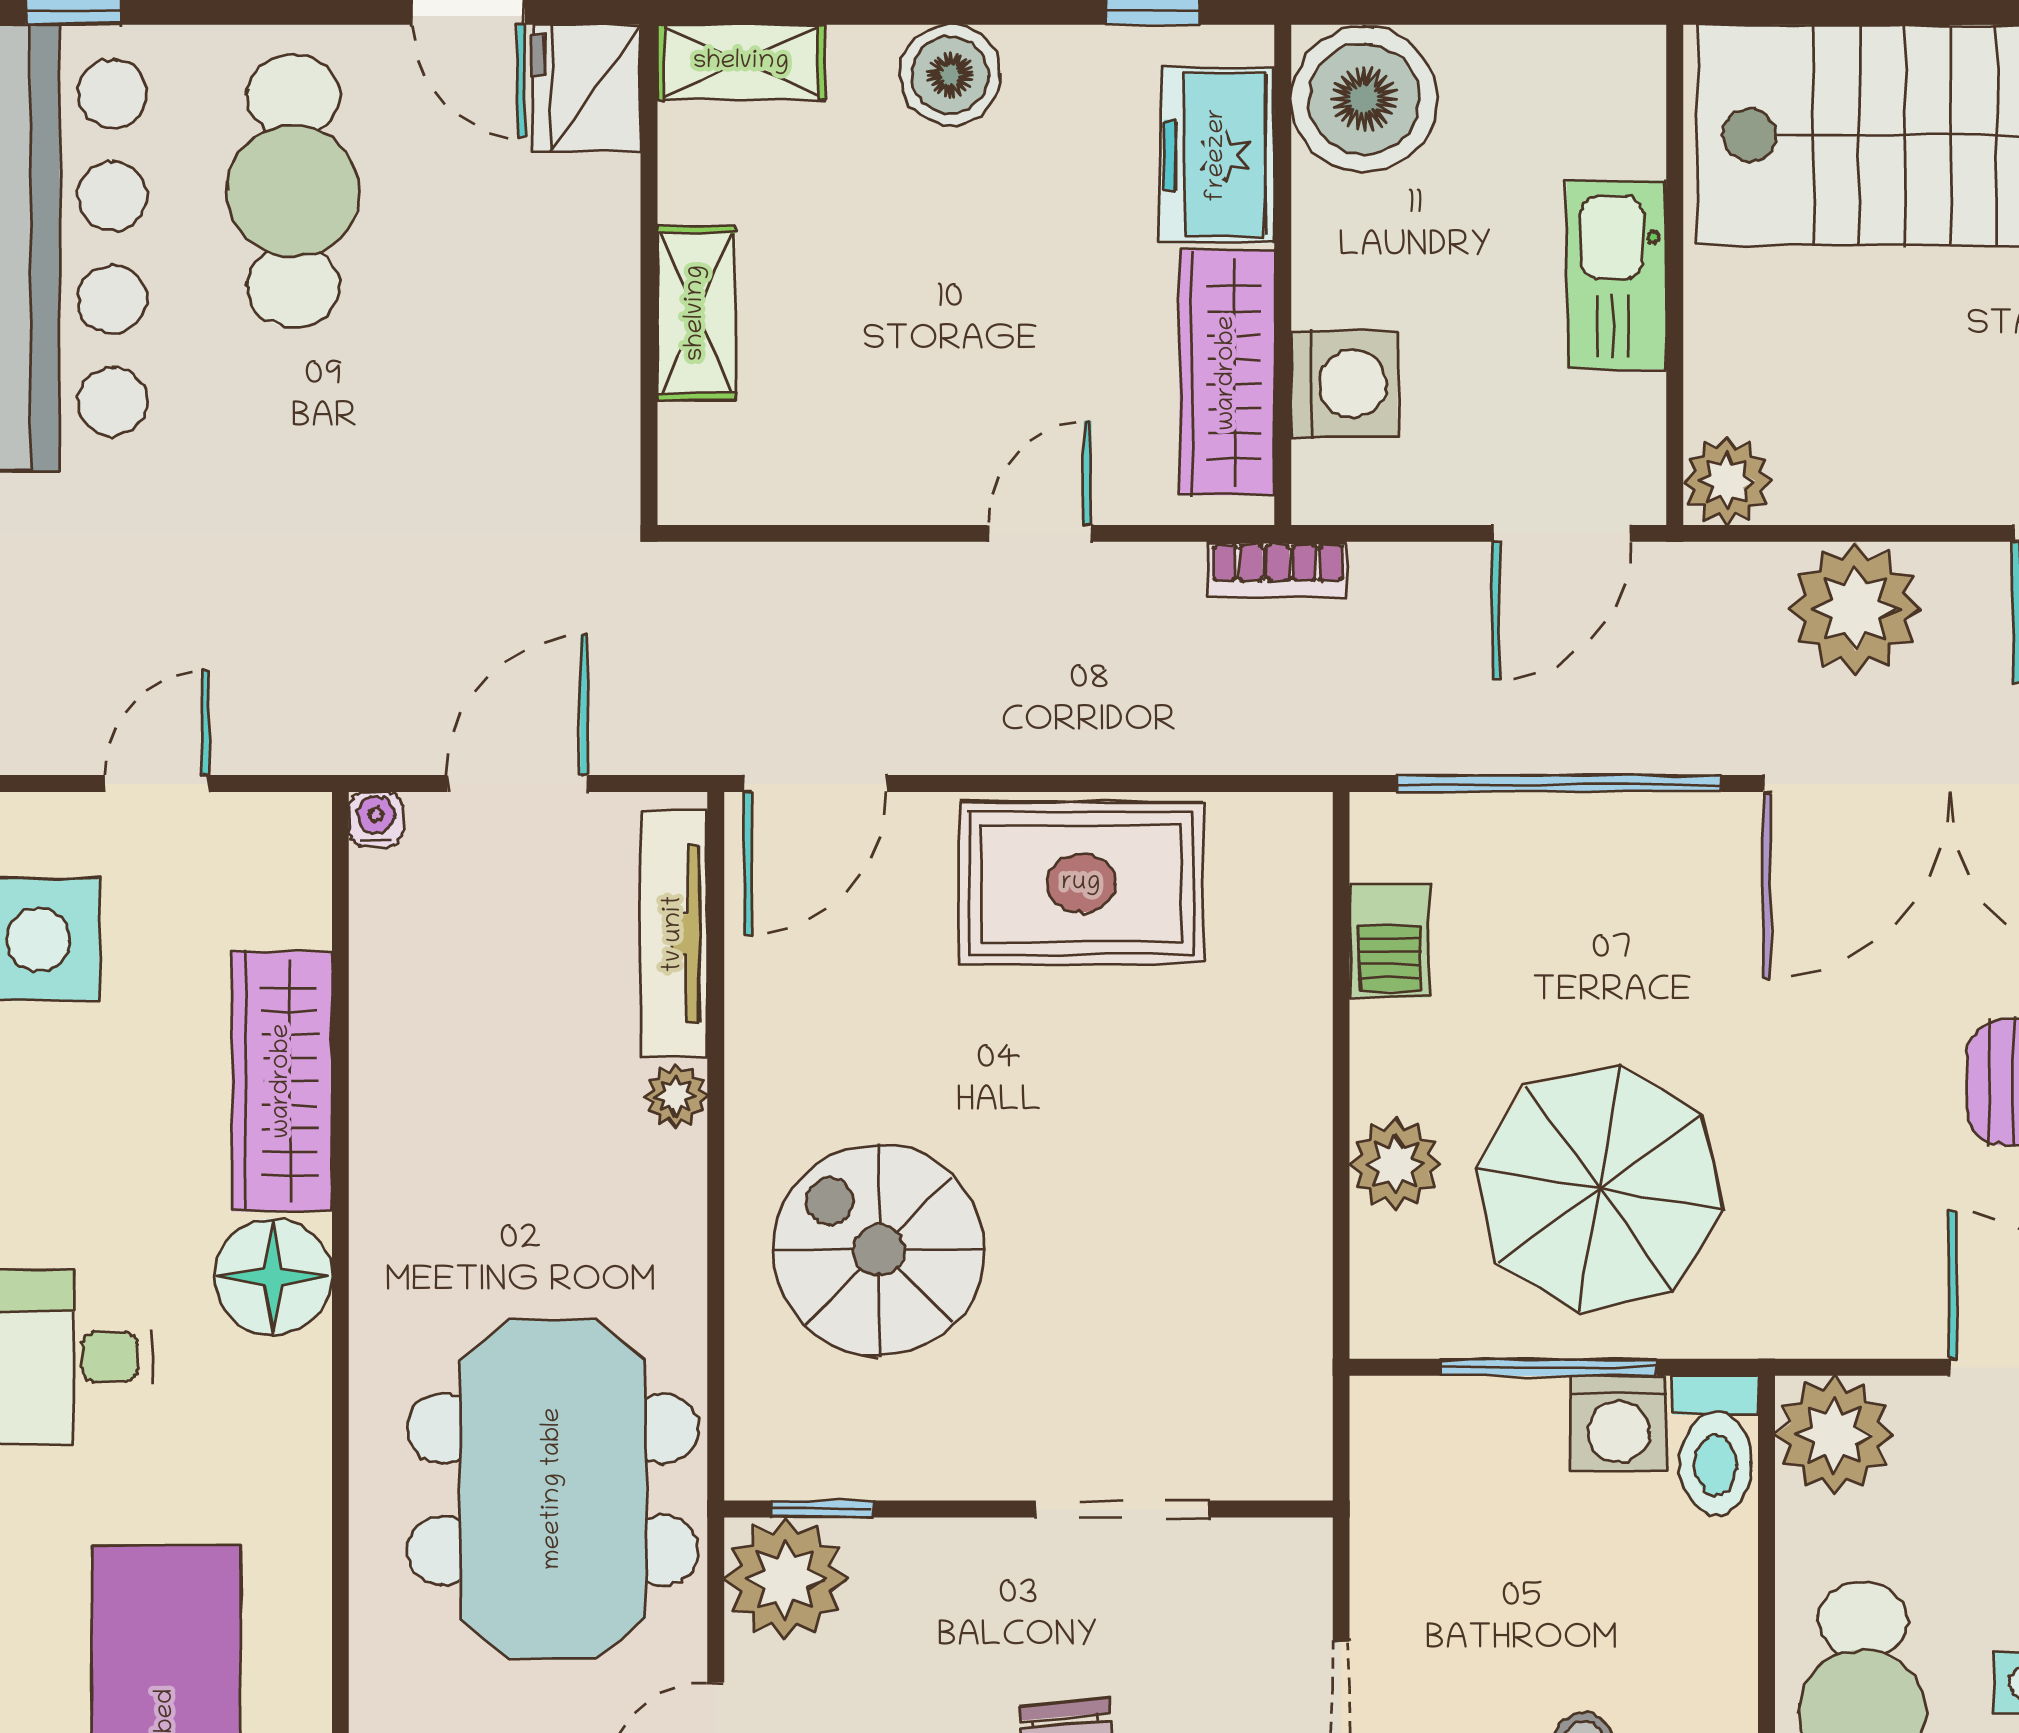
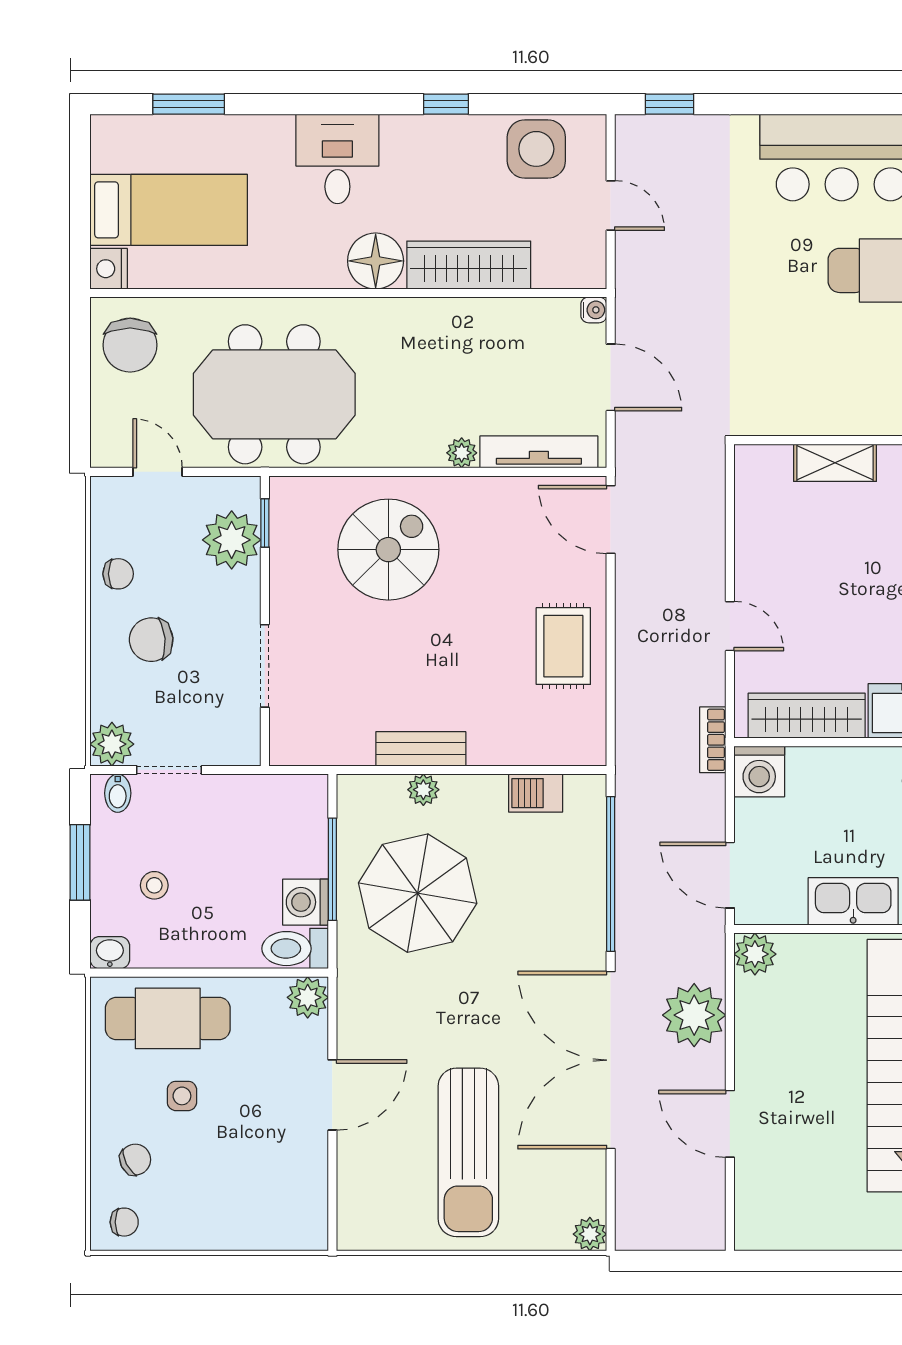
washing machine: (1344, 384) -> (759, 771), moved
rug: (1081, 883) -> (563, 646), width x0.73, depth x0.70
plant: (1395, 1164) -> (423, 790), width x0.73, depth x0.73
bench: (1297, 1182) -> (421, 749), added
plant: (1834, 1435) -> (308, 997), width x0.73, depth x0.73
plant: (785, 1579) -> (232, 540), moved

